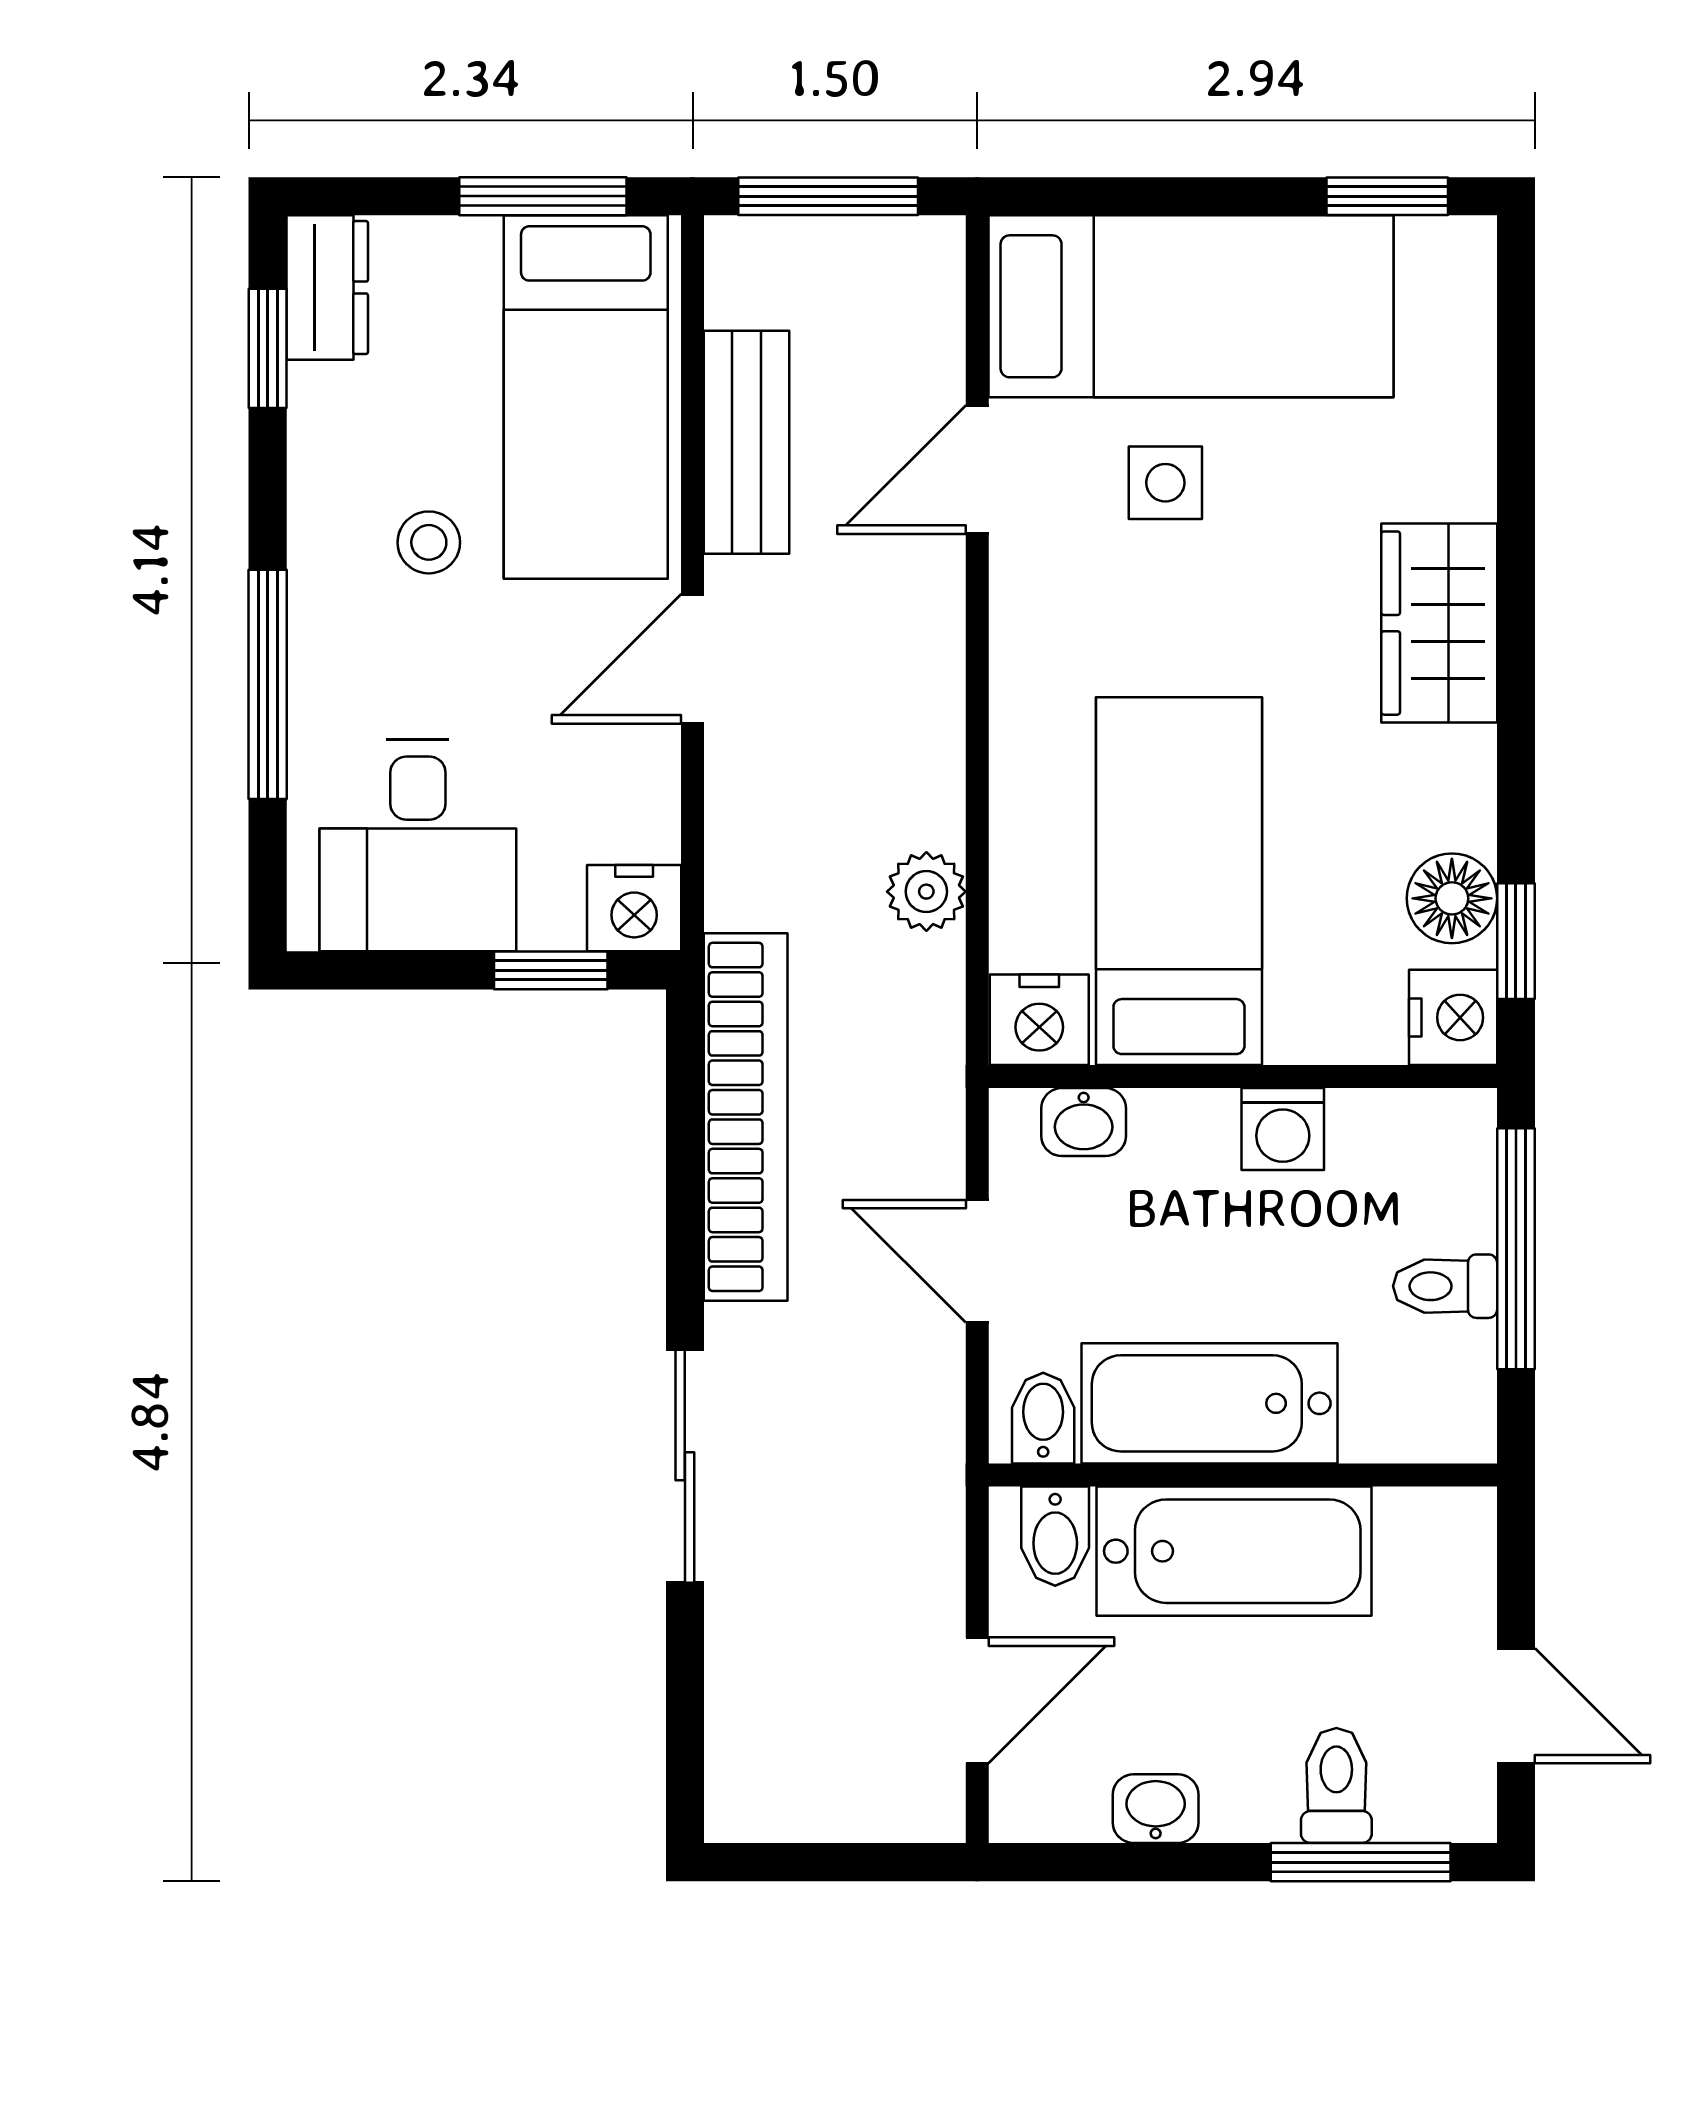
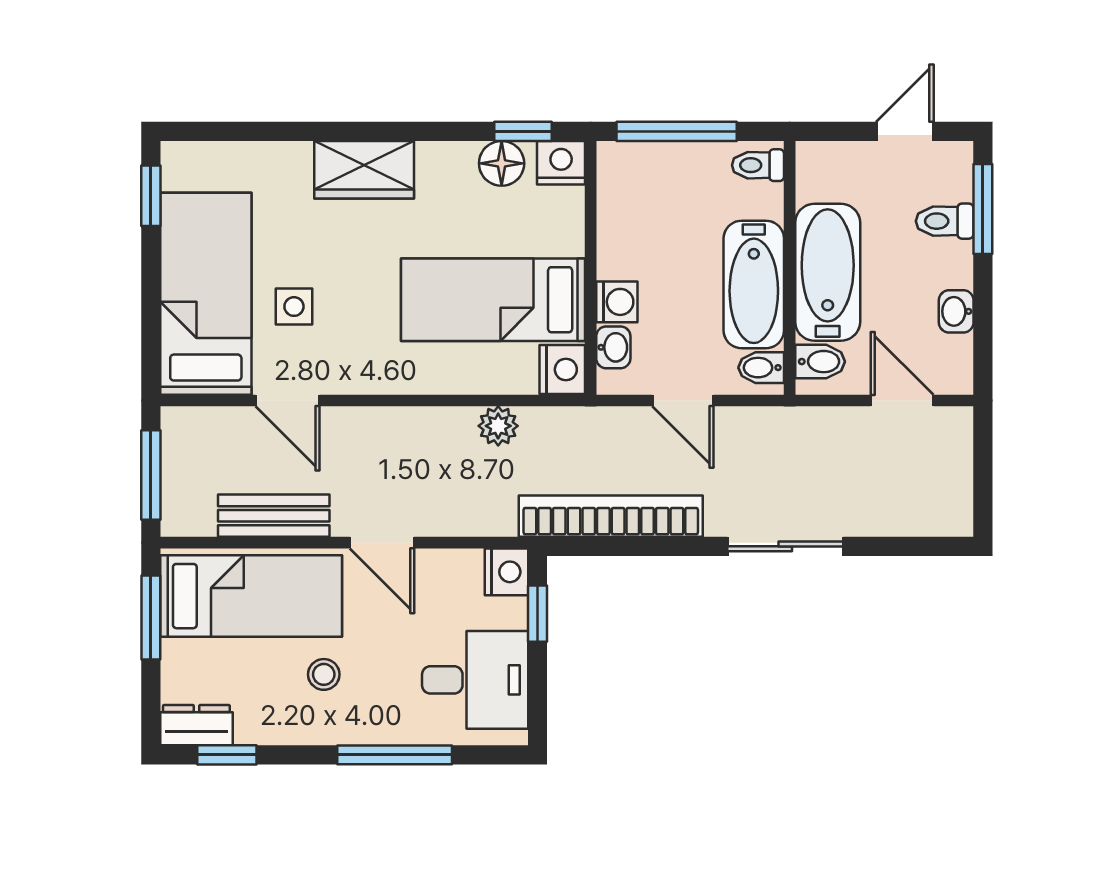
washing machine: (1283, 1129) -> (617, 302), moved
door: (977, 1261) -> (683, 401), hinge flipped
toilet: (1445, 1286) -> (758, 165), moved, turned 90

